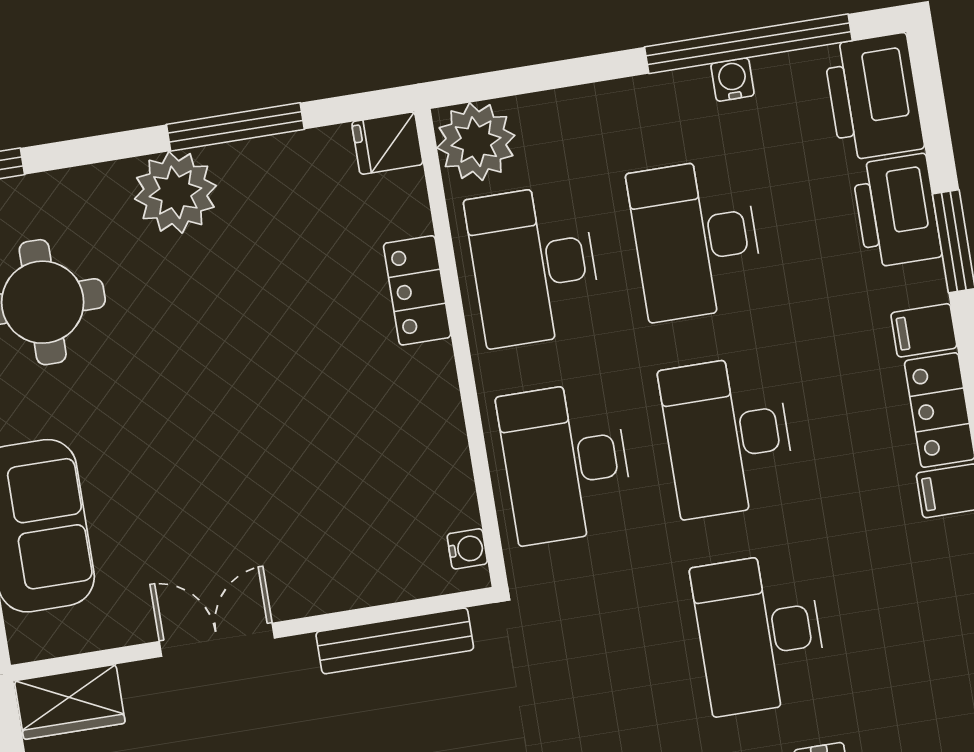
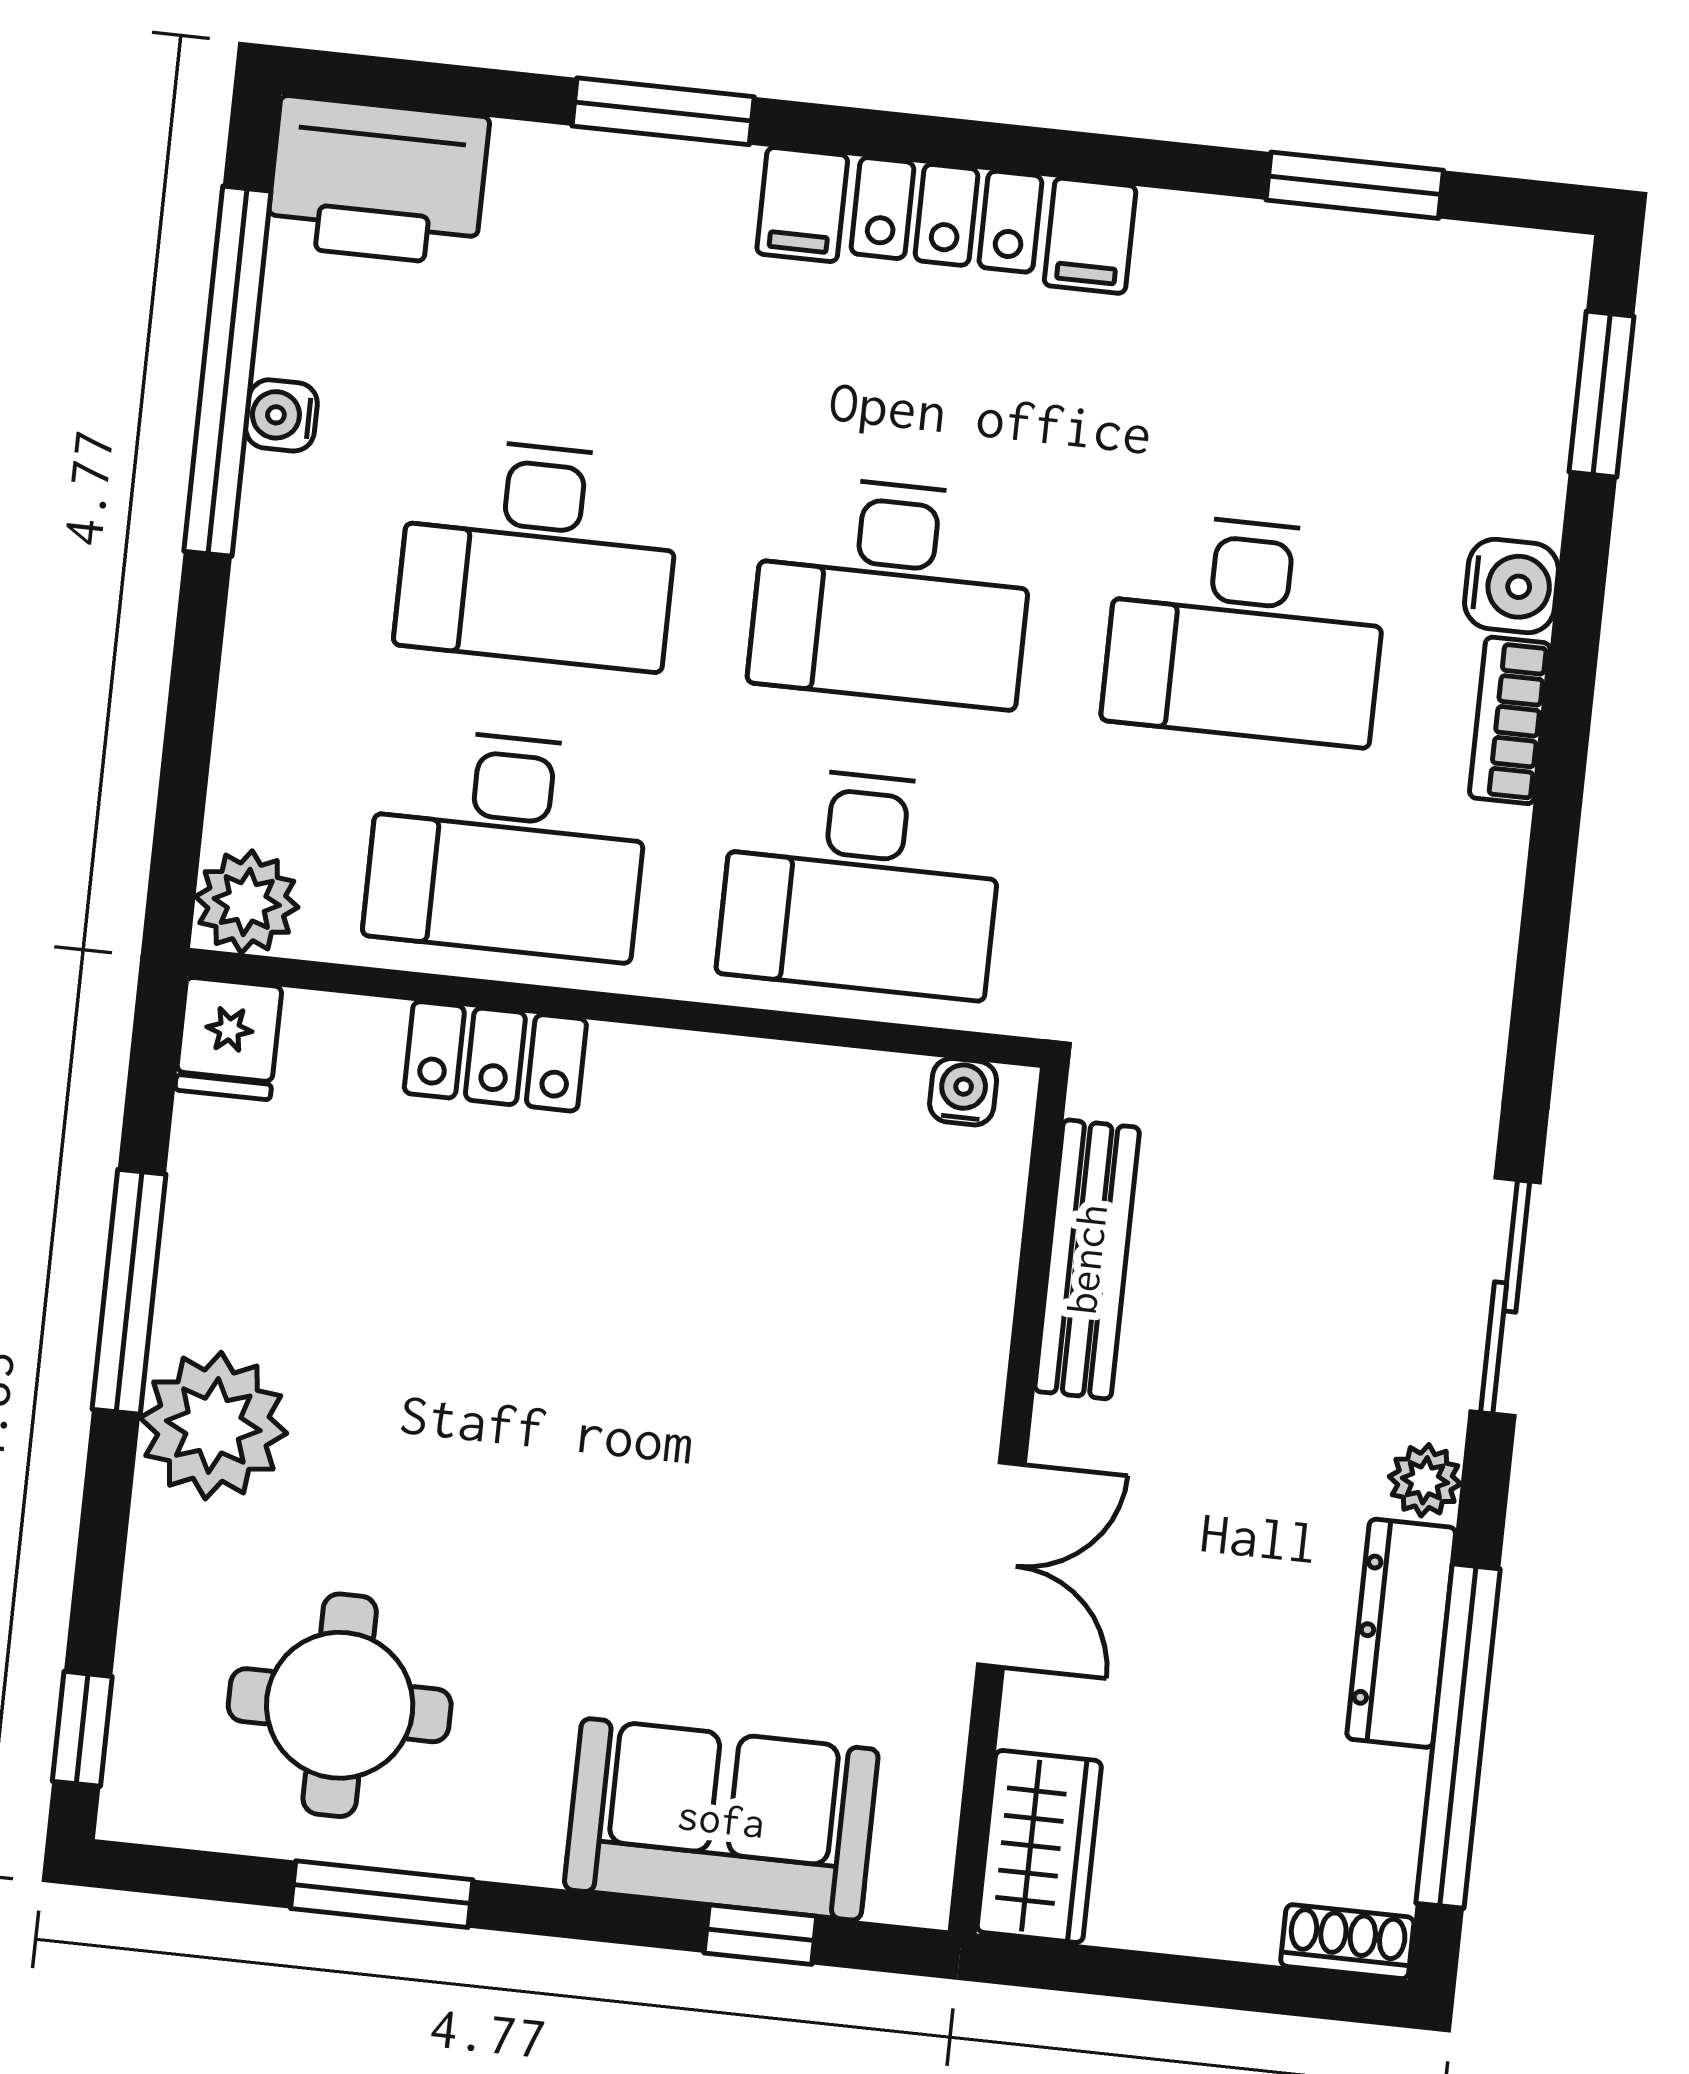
plant: (476, 142) -> (247, 902), width x0.73, depth x0.73
printer: (897, 211) -> (584, 195), removed
double door: (217, 640) -> (1001, 1565), swing flipped

